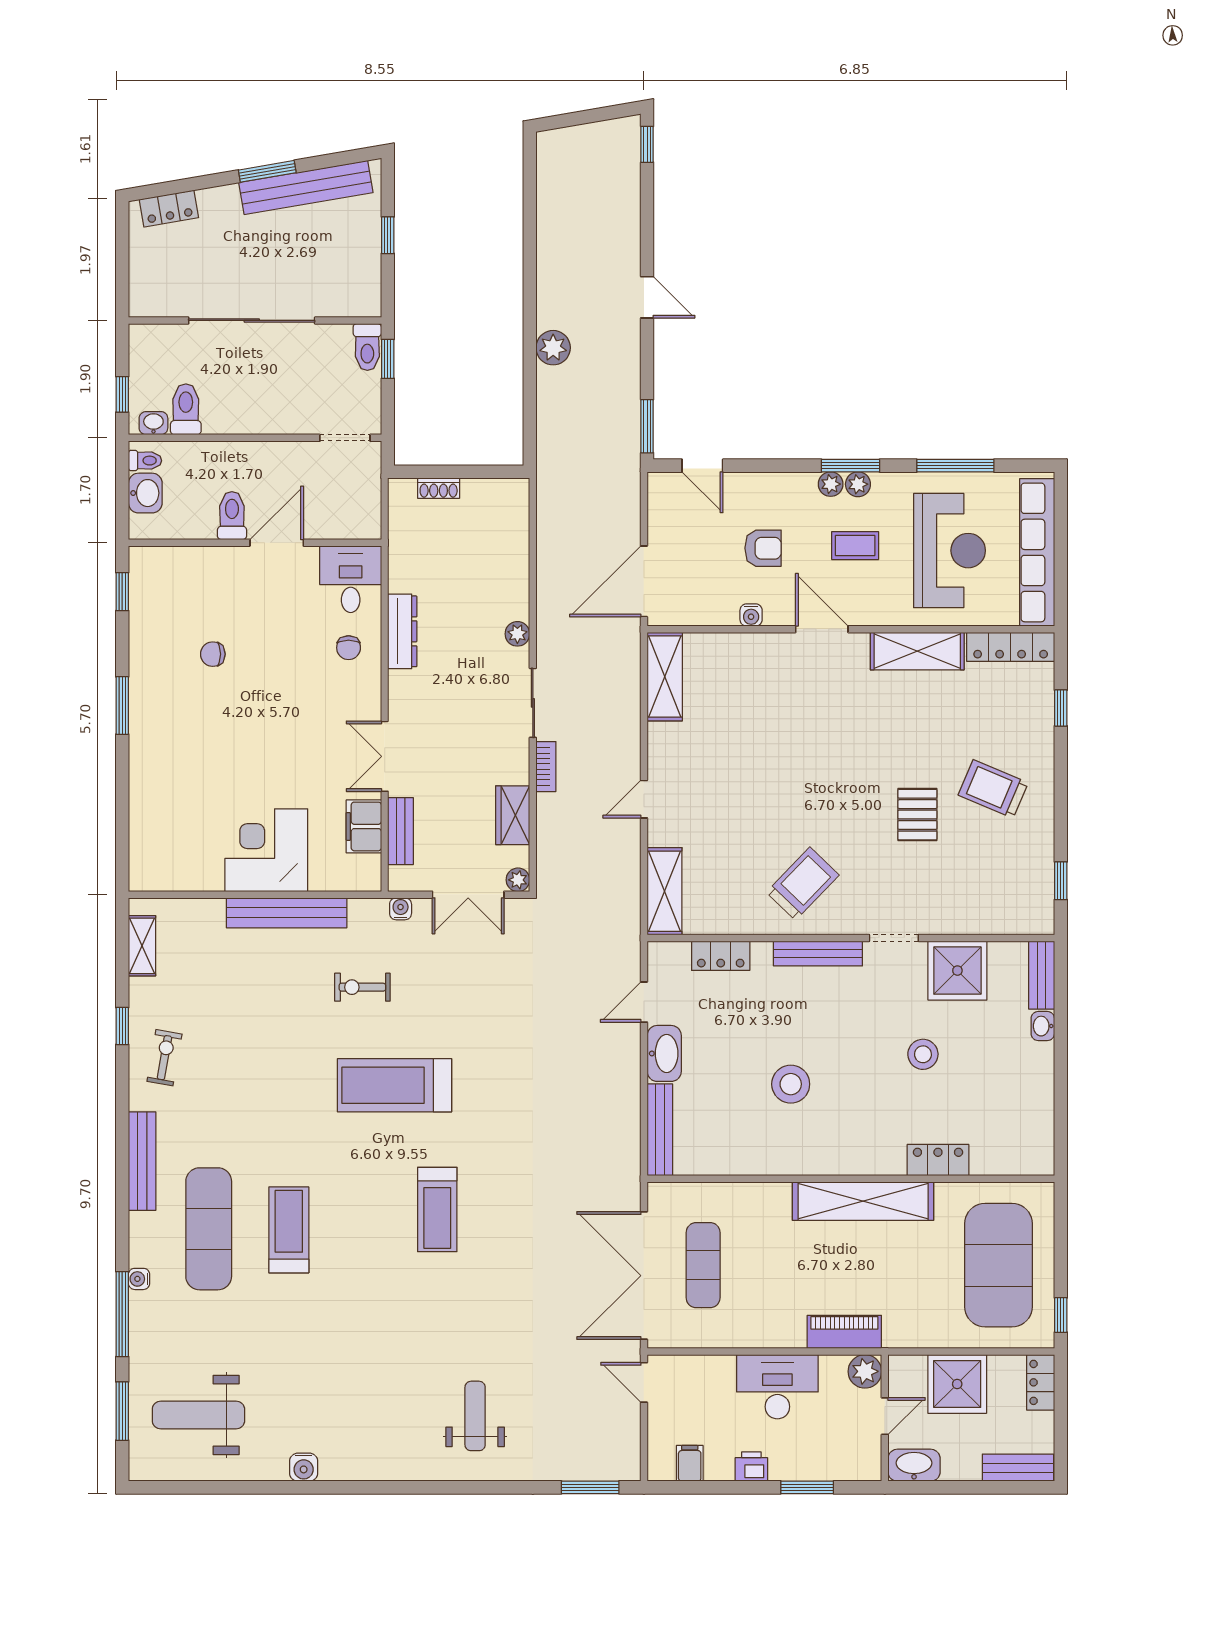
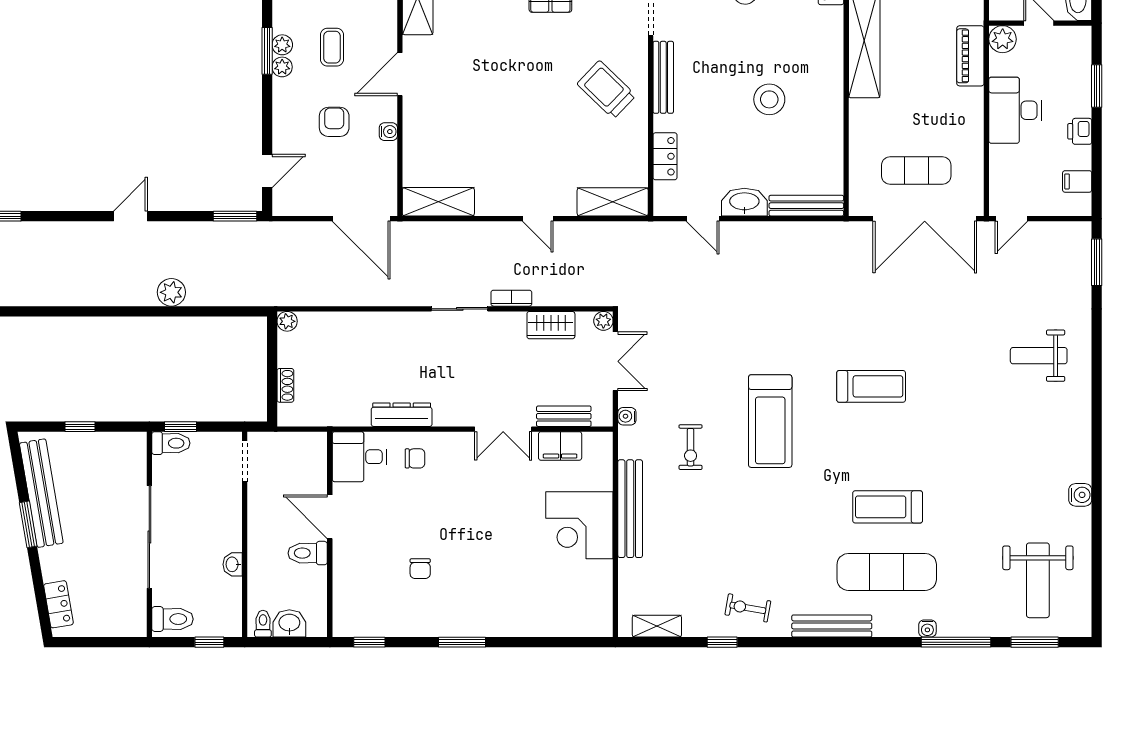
toilet: (186, 409) -> (172, 619), moved, turned 180
washbasin: (153, 423) -> (233, 564), moved
plant: (517, 634) -> (287, 321), moved

